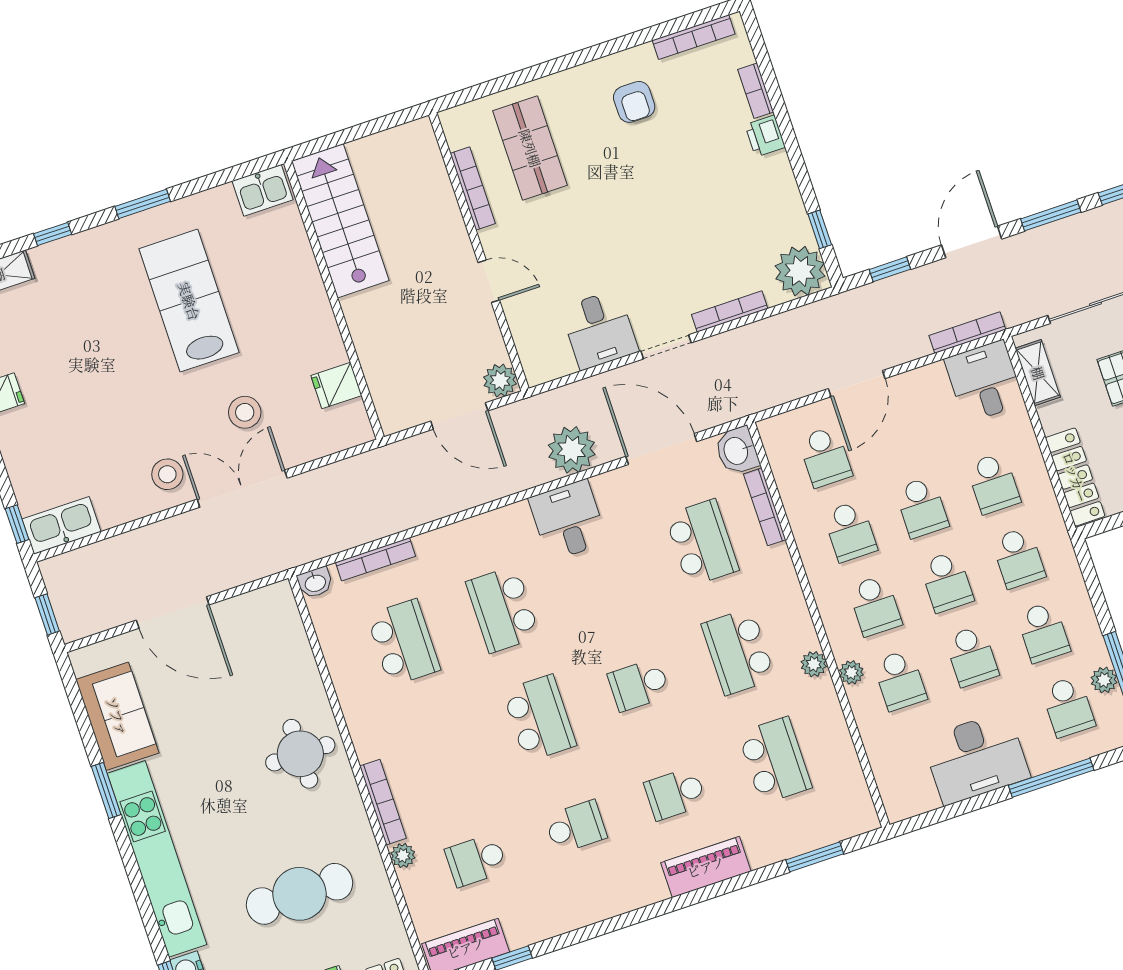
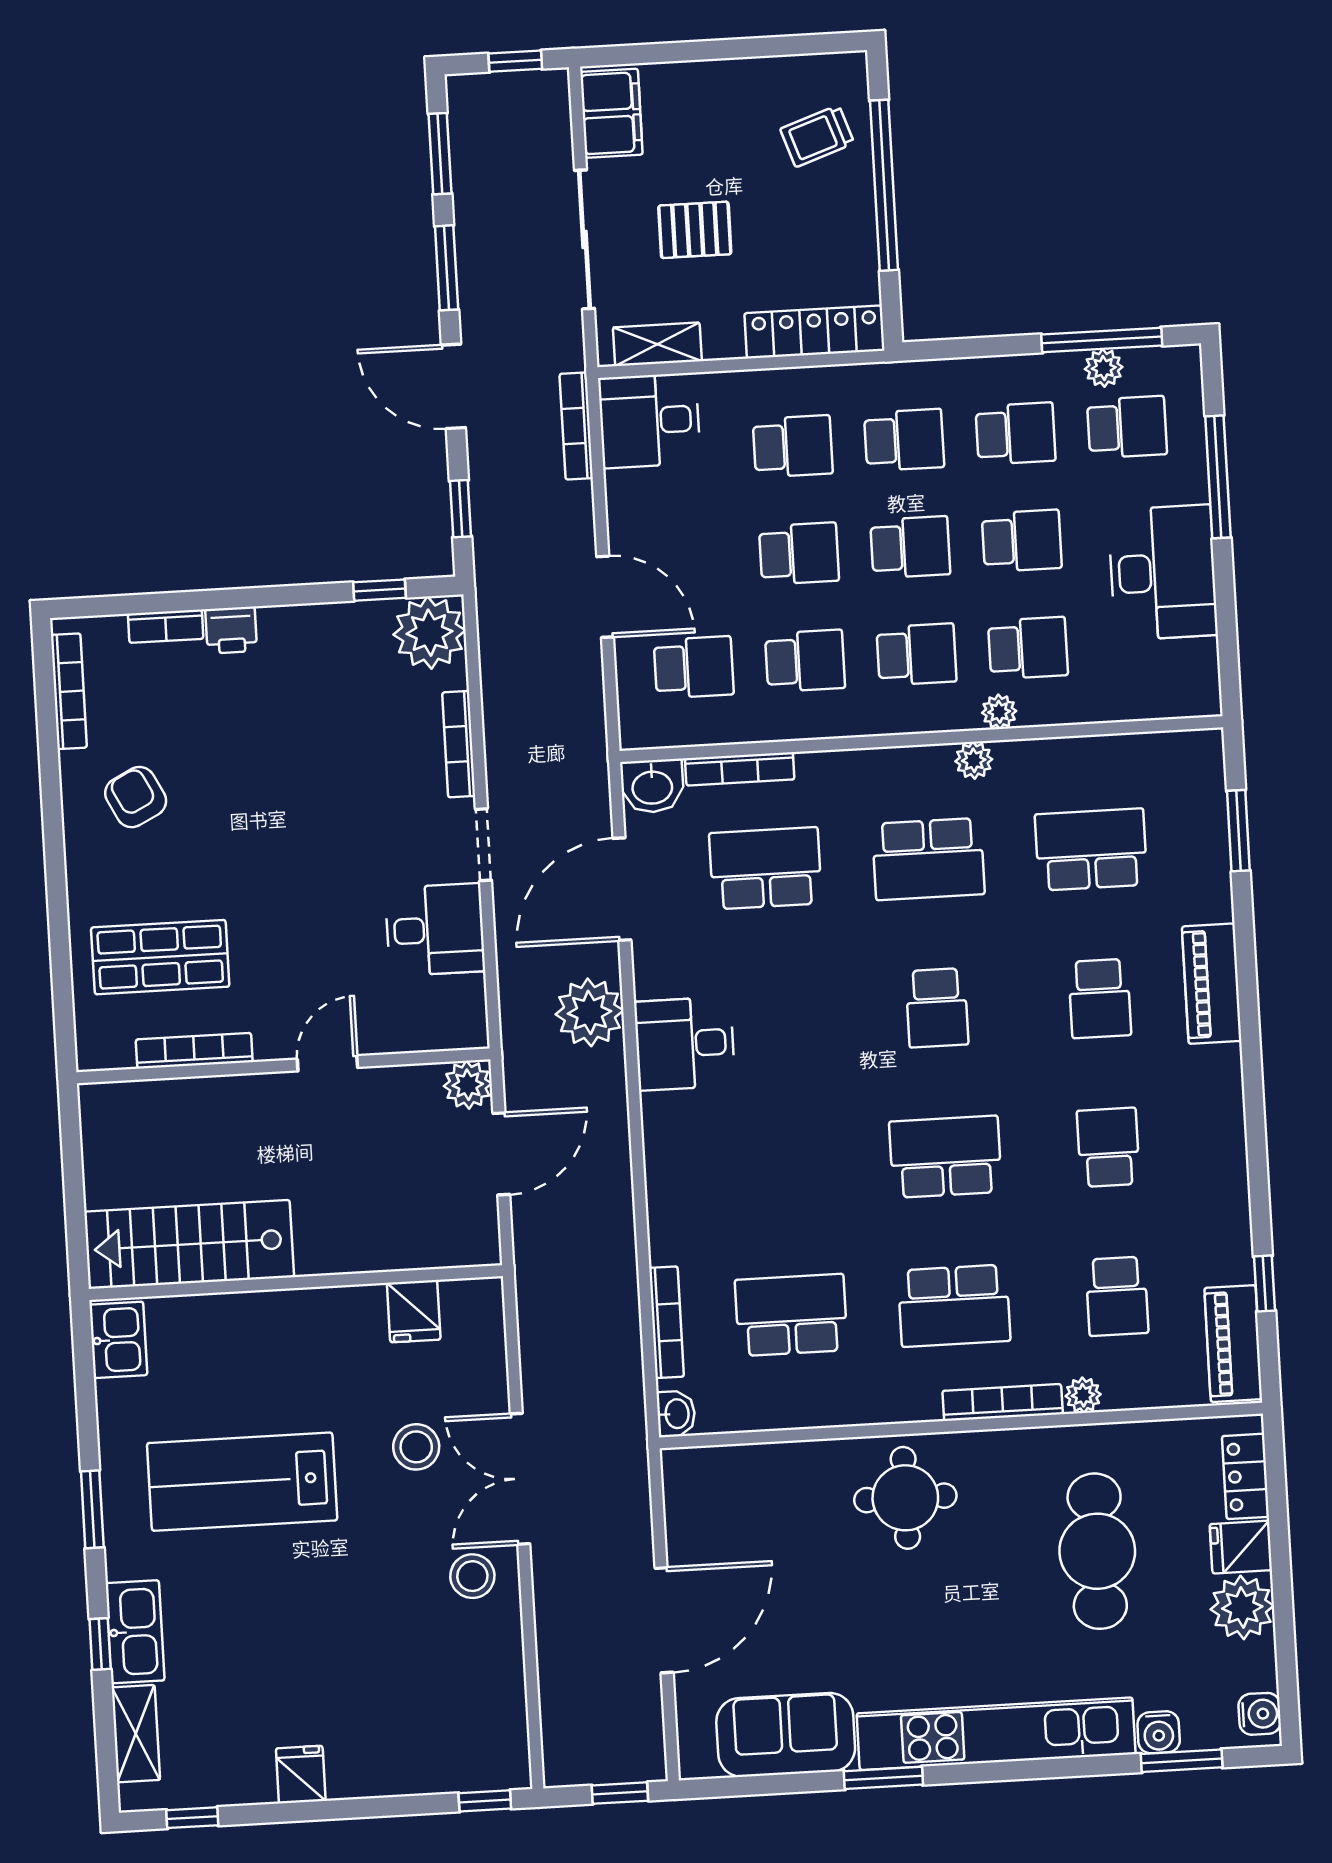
armchair: (634, 102) -> (136, 797), turned -117
kitchen sink: (62, 525) -> (135, 1632), moved, turned 180
school desk: (503, 609) -> (954, 1306), moved

